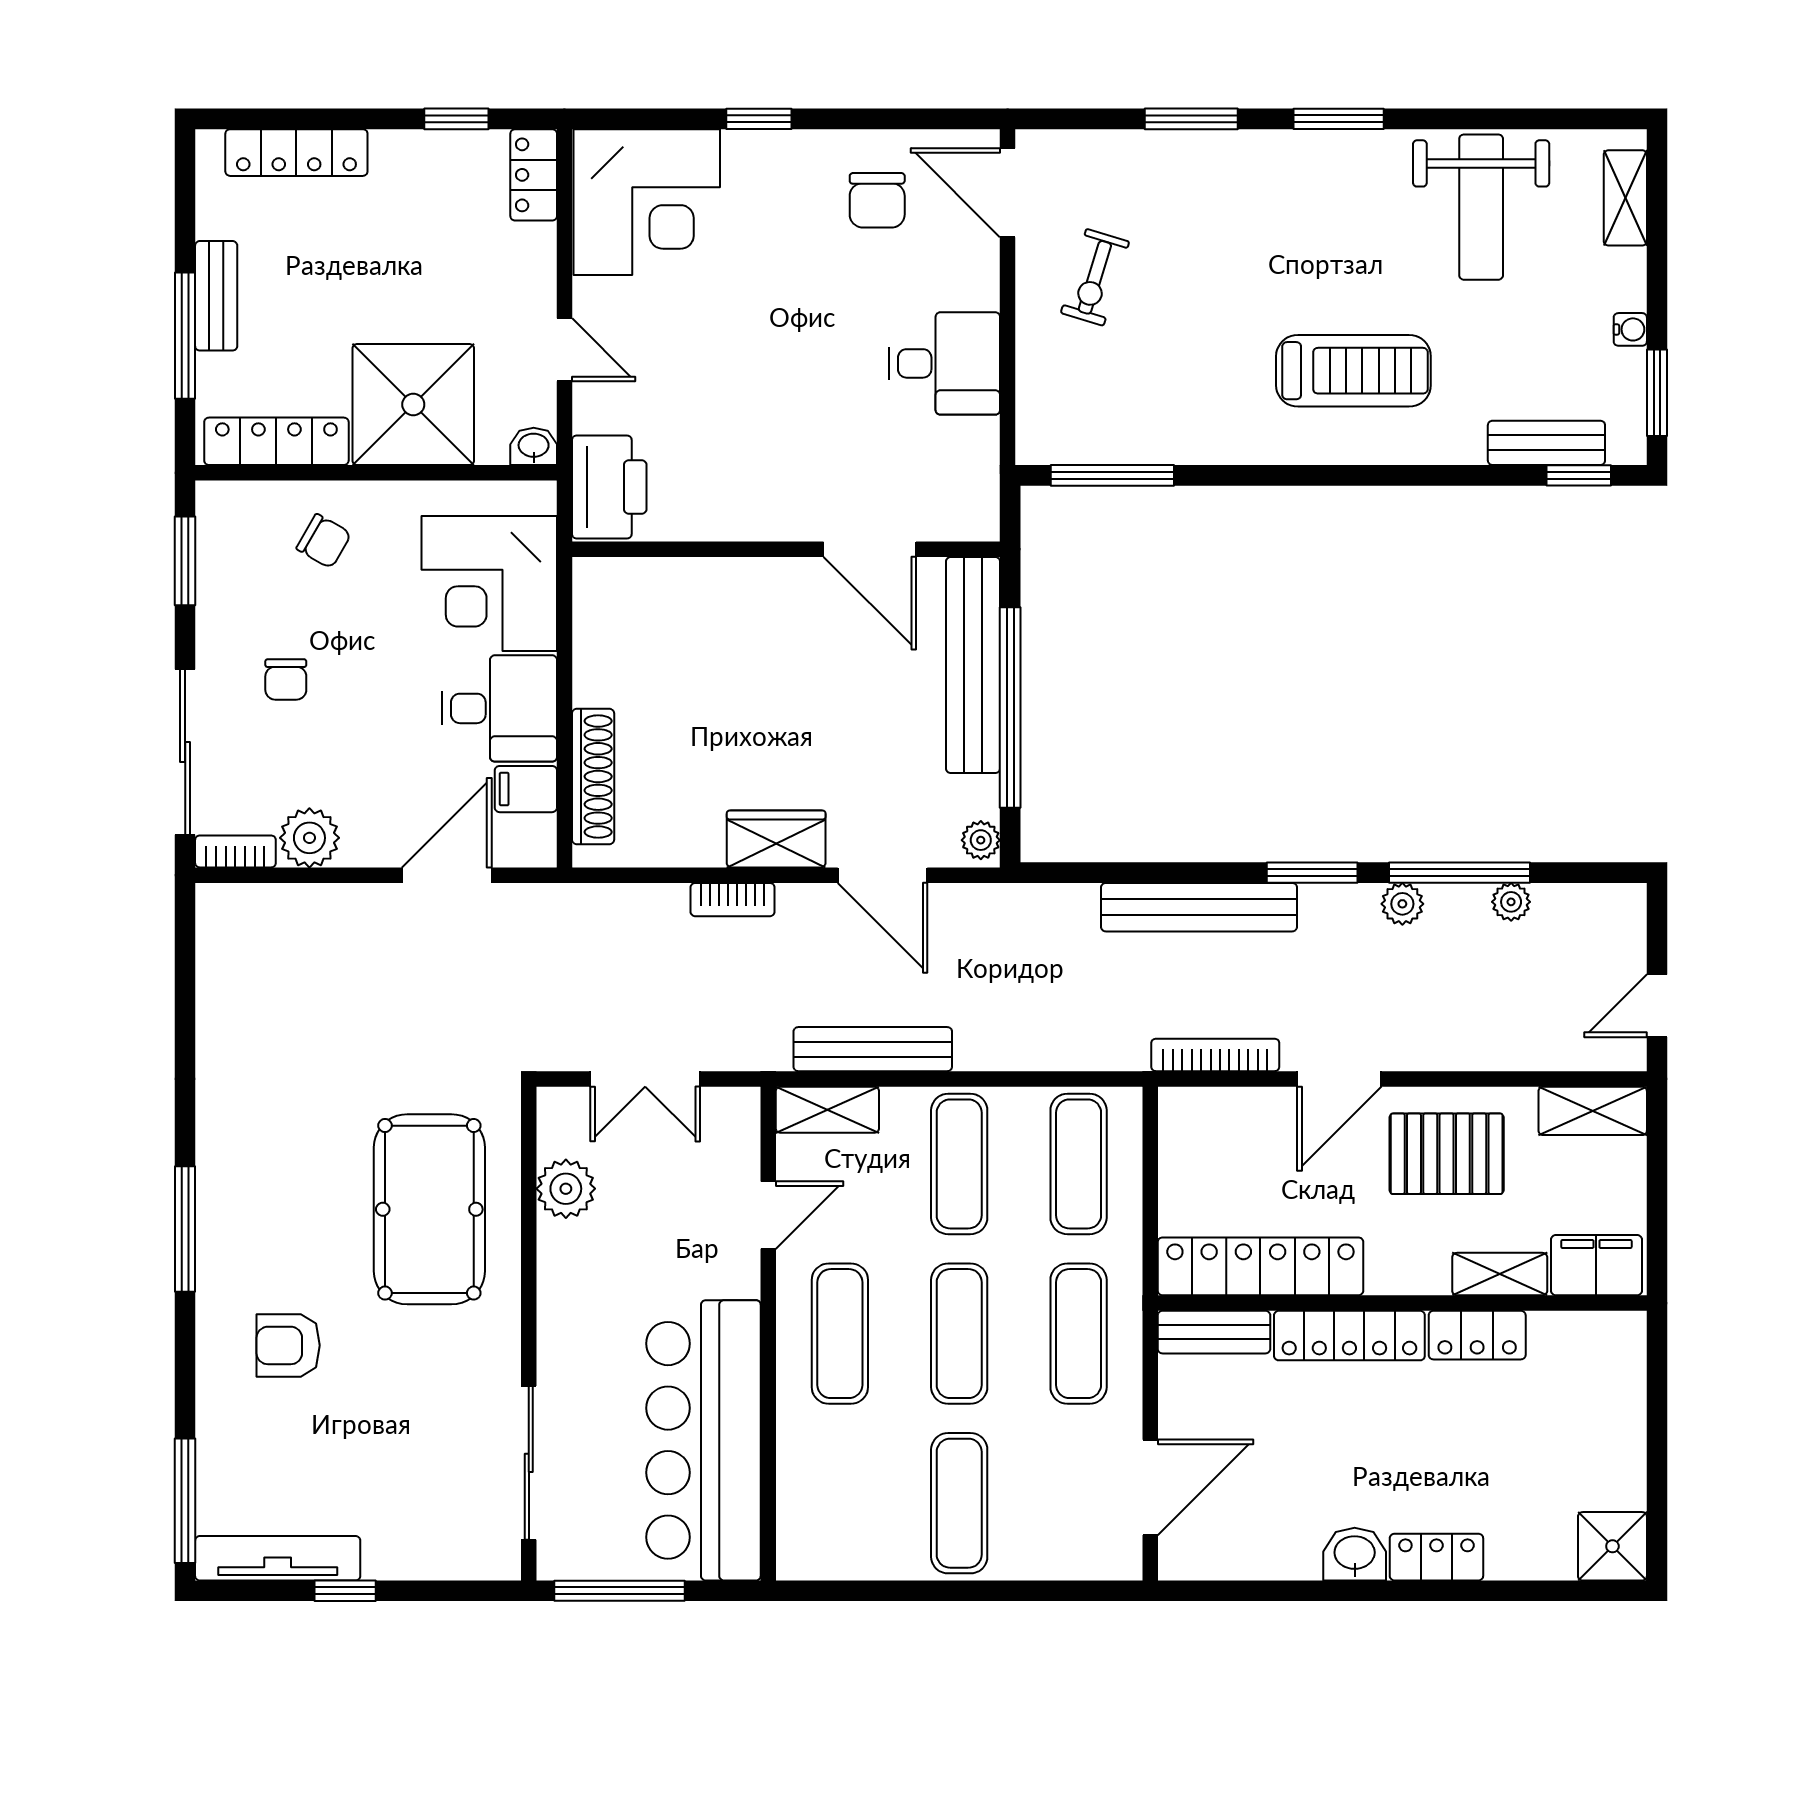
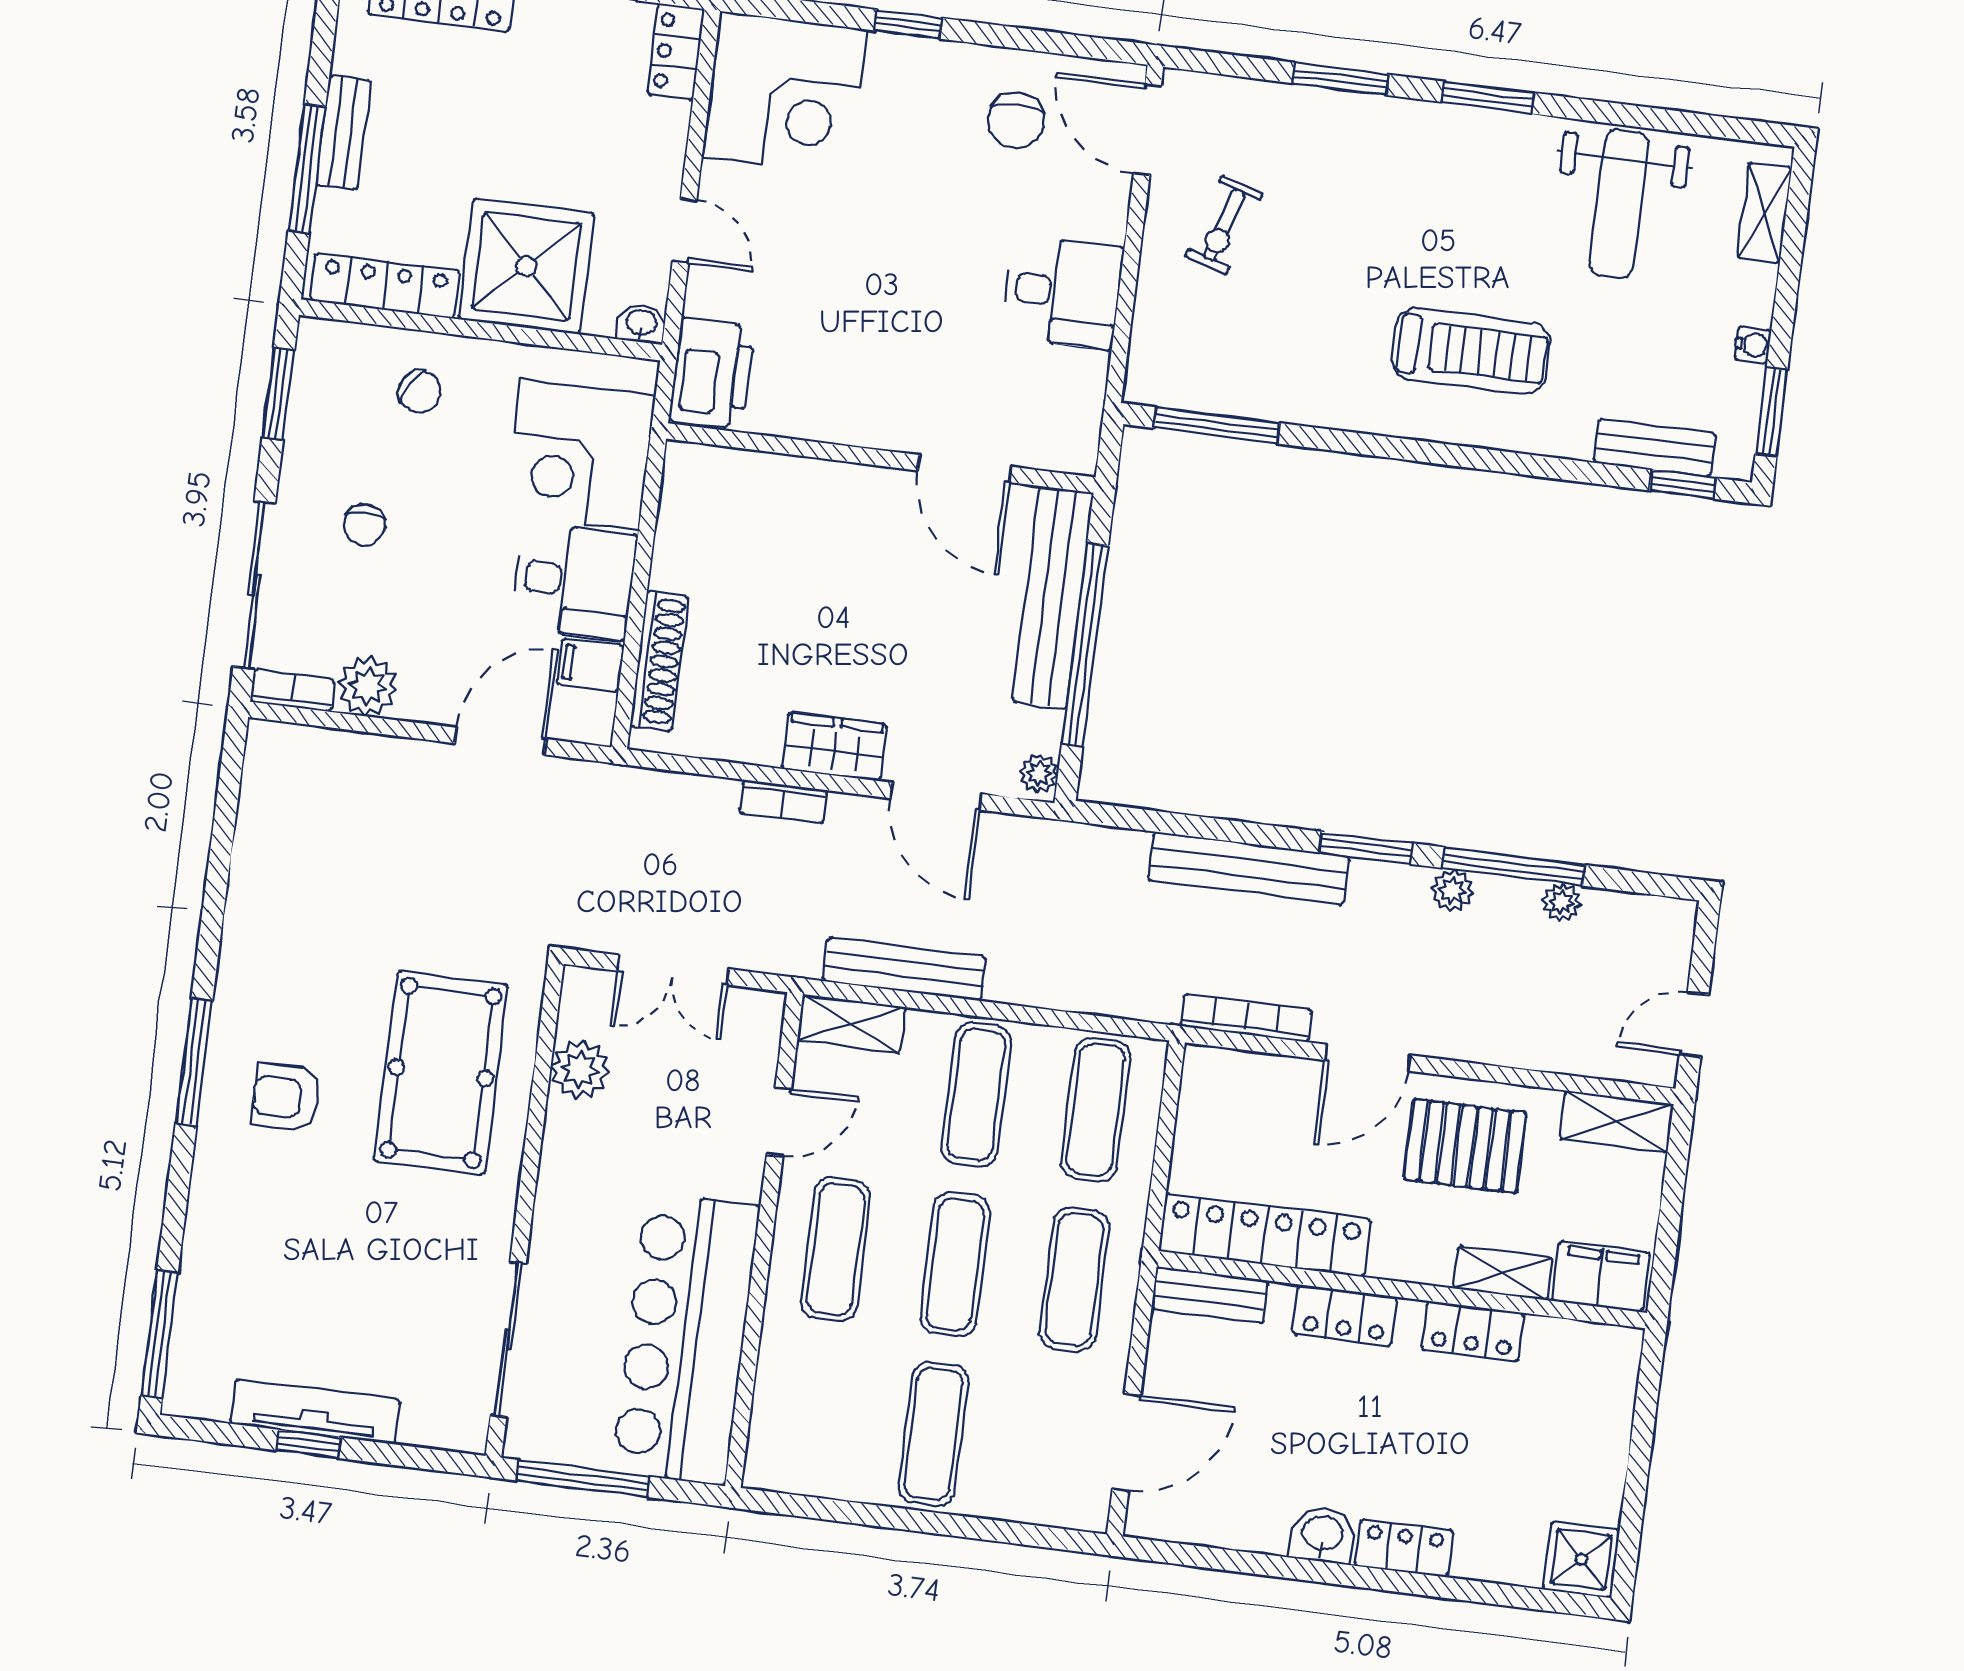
locker: (1349, 1336) -> (1345, 1316), width x0.66
armchair: (288, 1345) -> (286, 1098), moved
tv unit: (278, 1558) -> (315, 1412), moved

